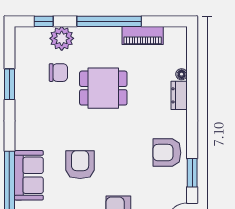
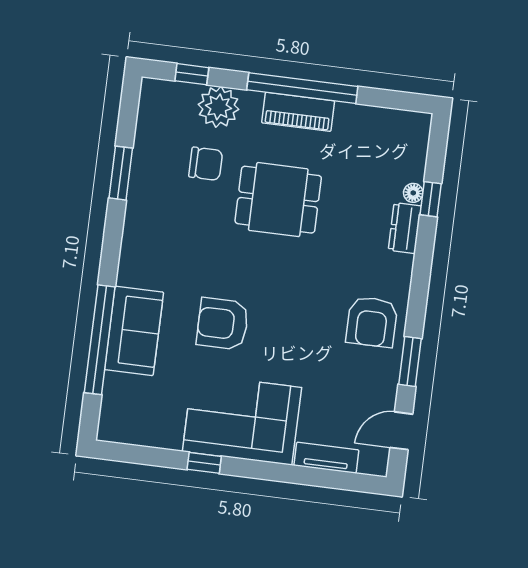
piano: (143, 35) -> (298, 112), moved
window: (192, 77) -> (431, 199), added
armchair: (167, 153) -> (372, 322), turned -90
armchair: (80, 165) -> (223, 324), turned -90

